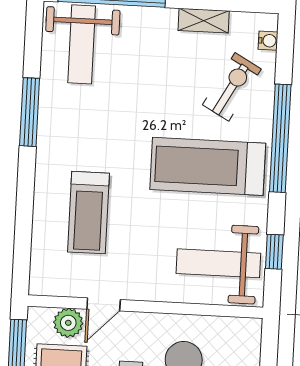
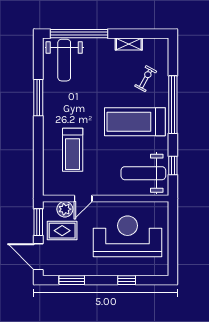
water cooler: (268, 41) -> (164, 53), removed
exercise bike: (232, 87) -> (146, 79), width x0.73, depth x0.72

